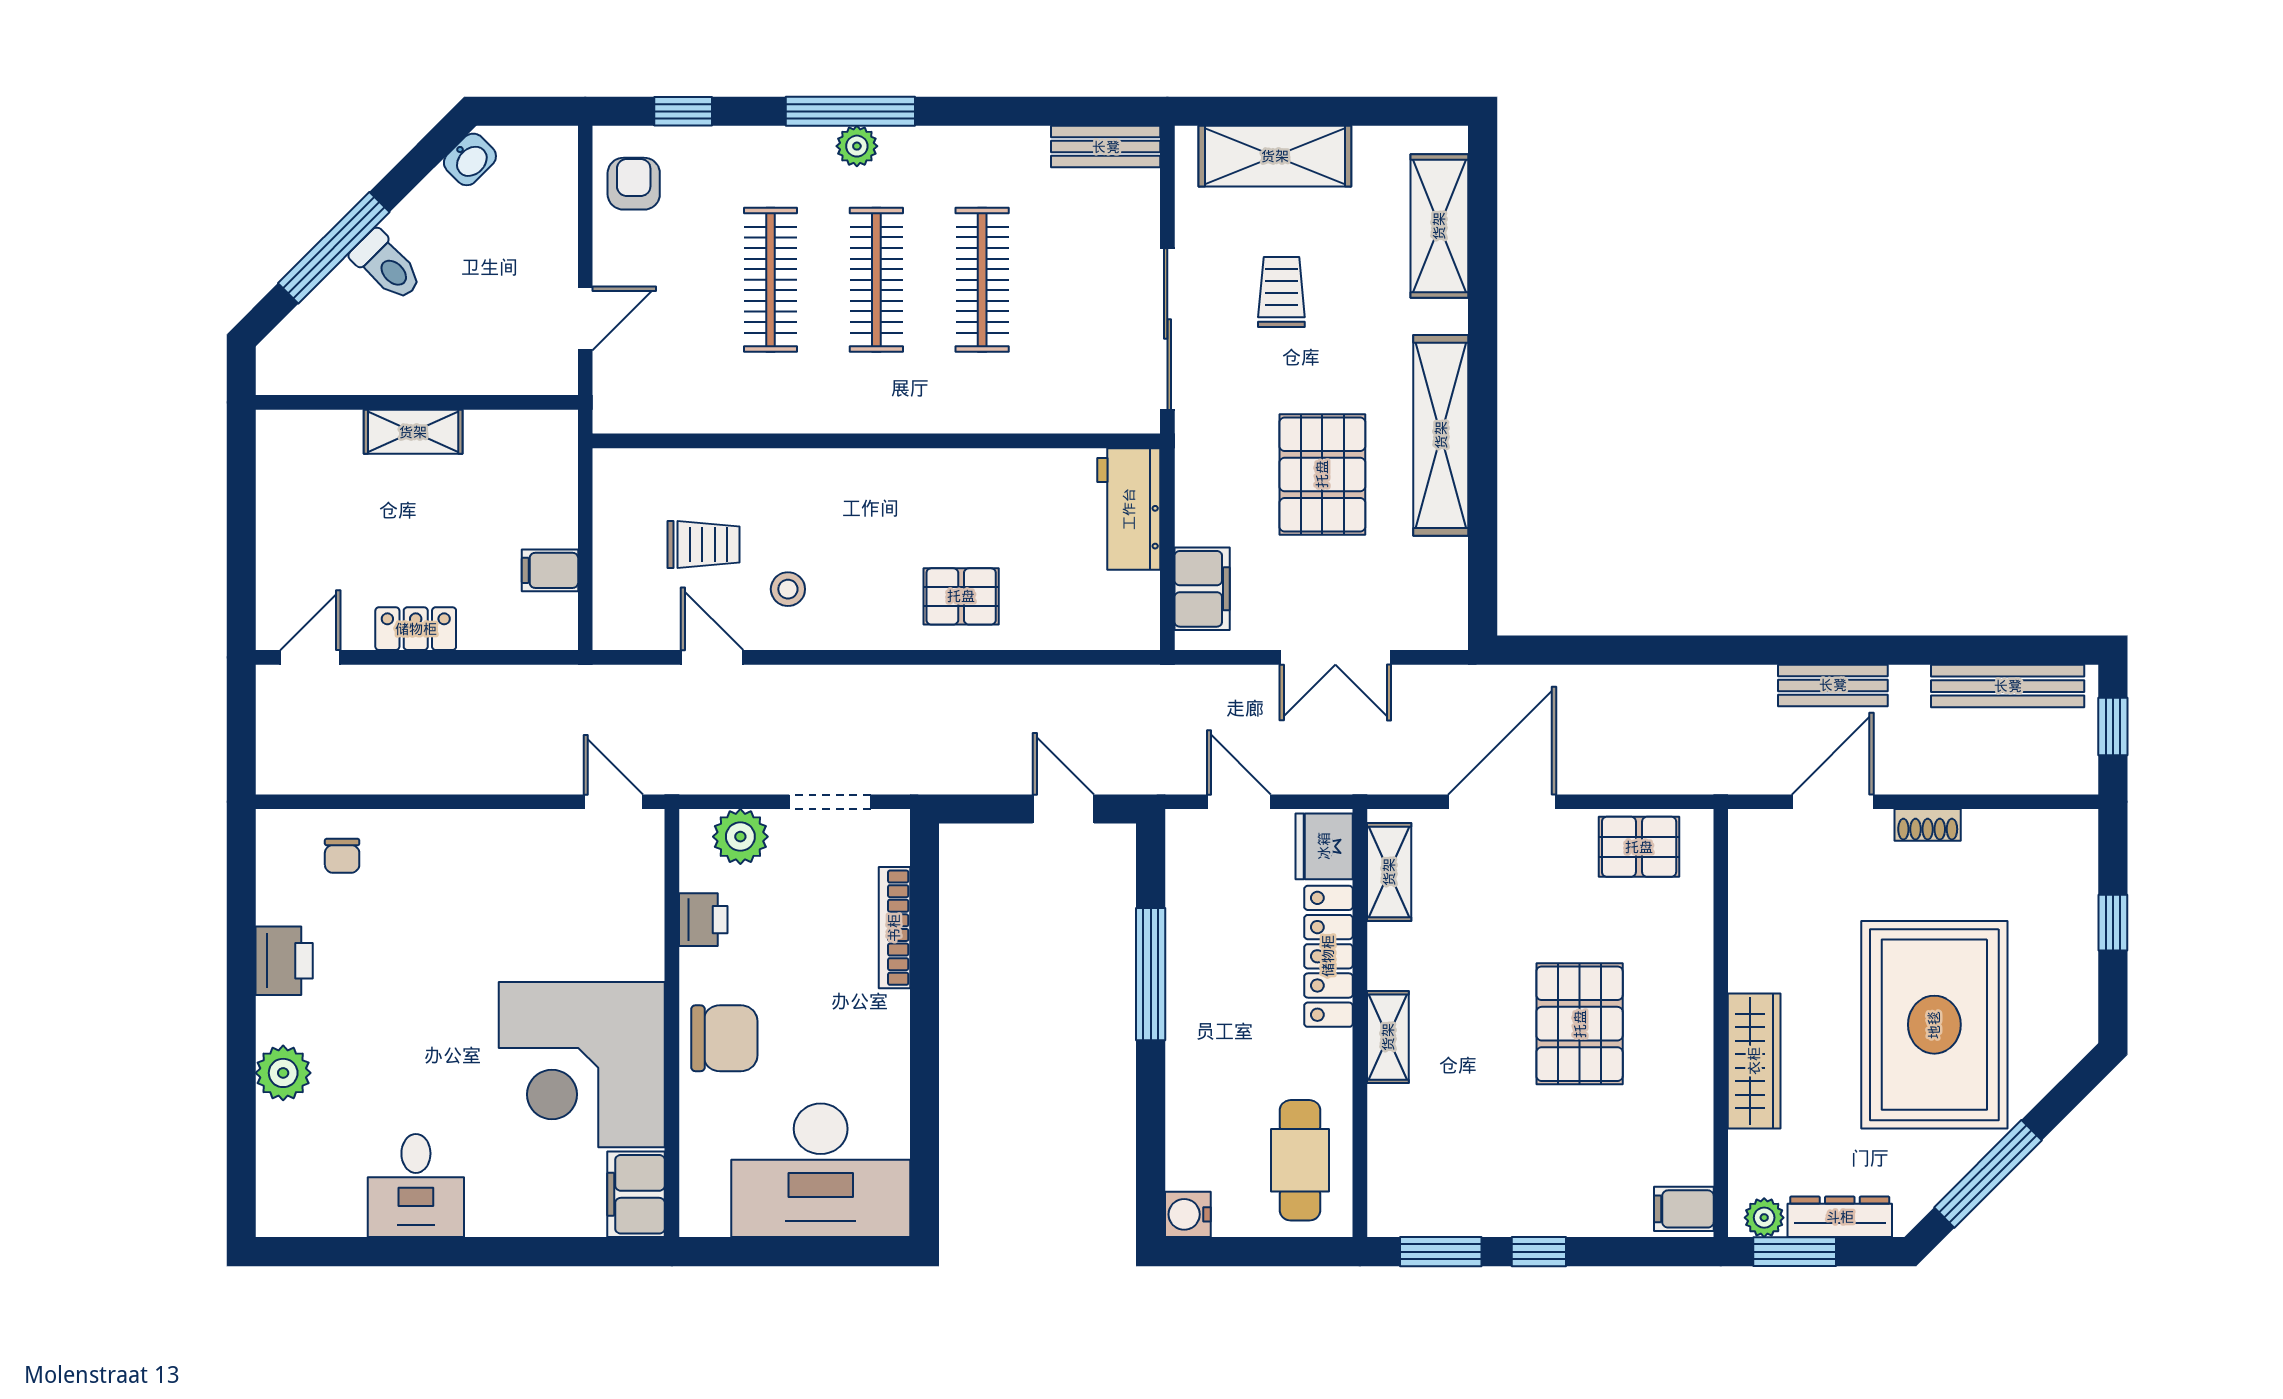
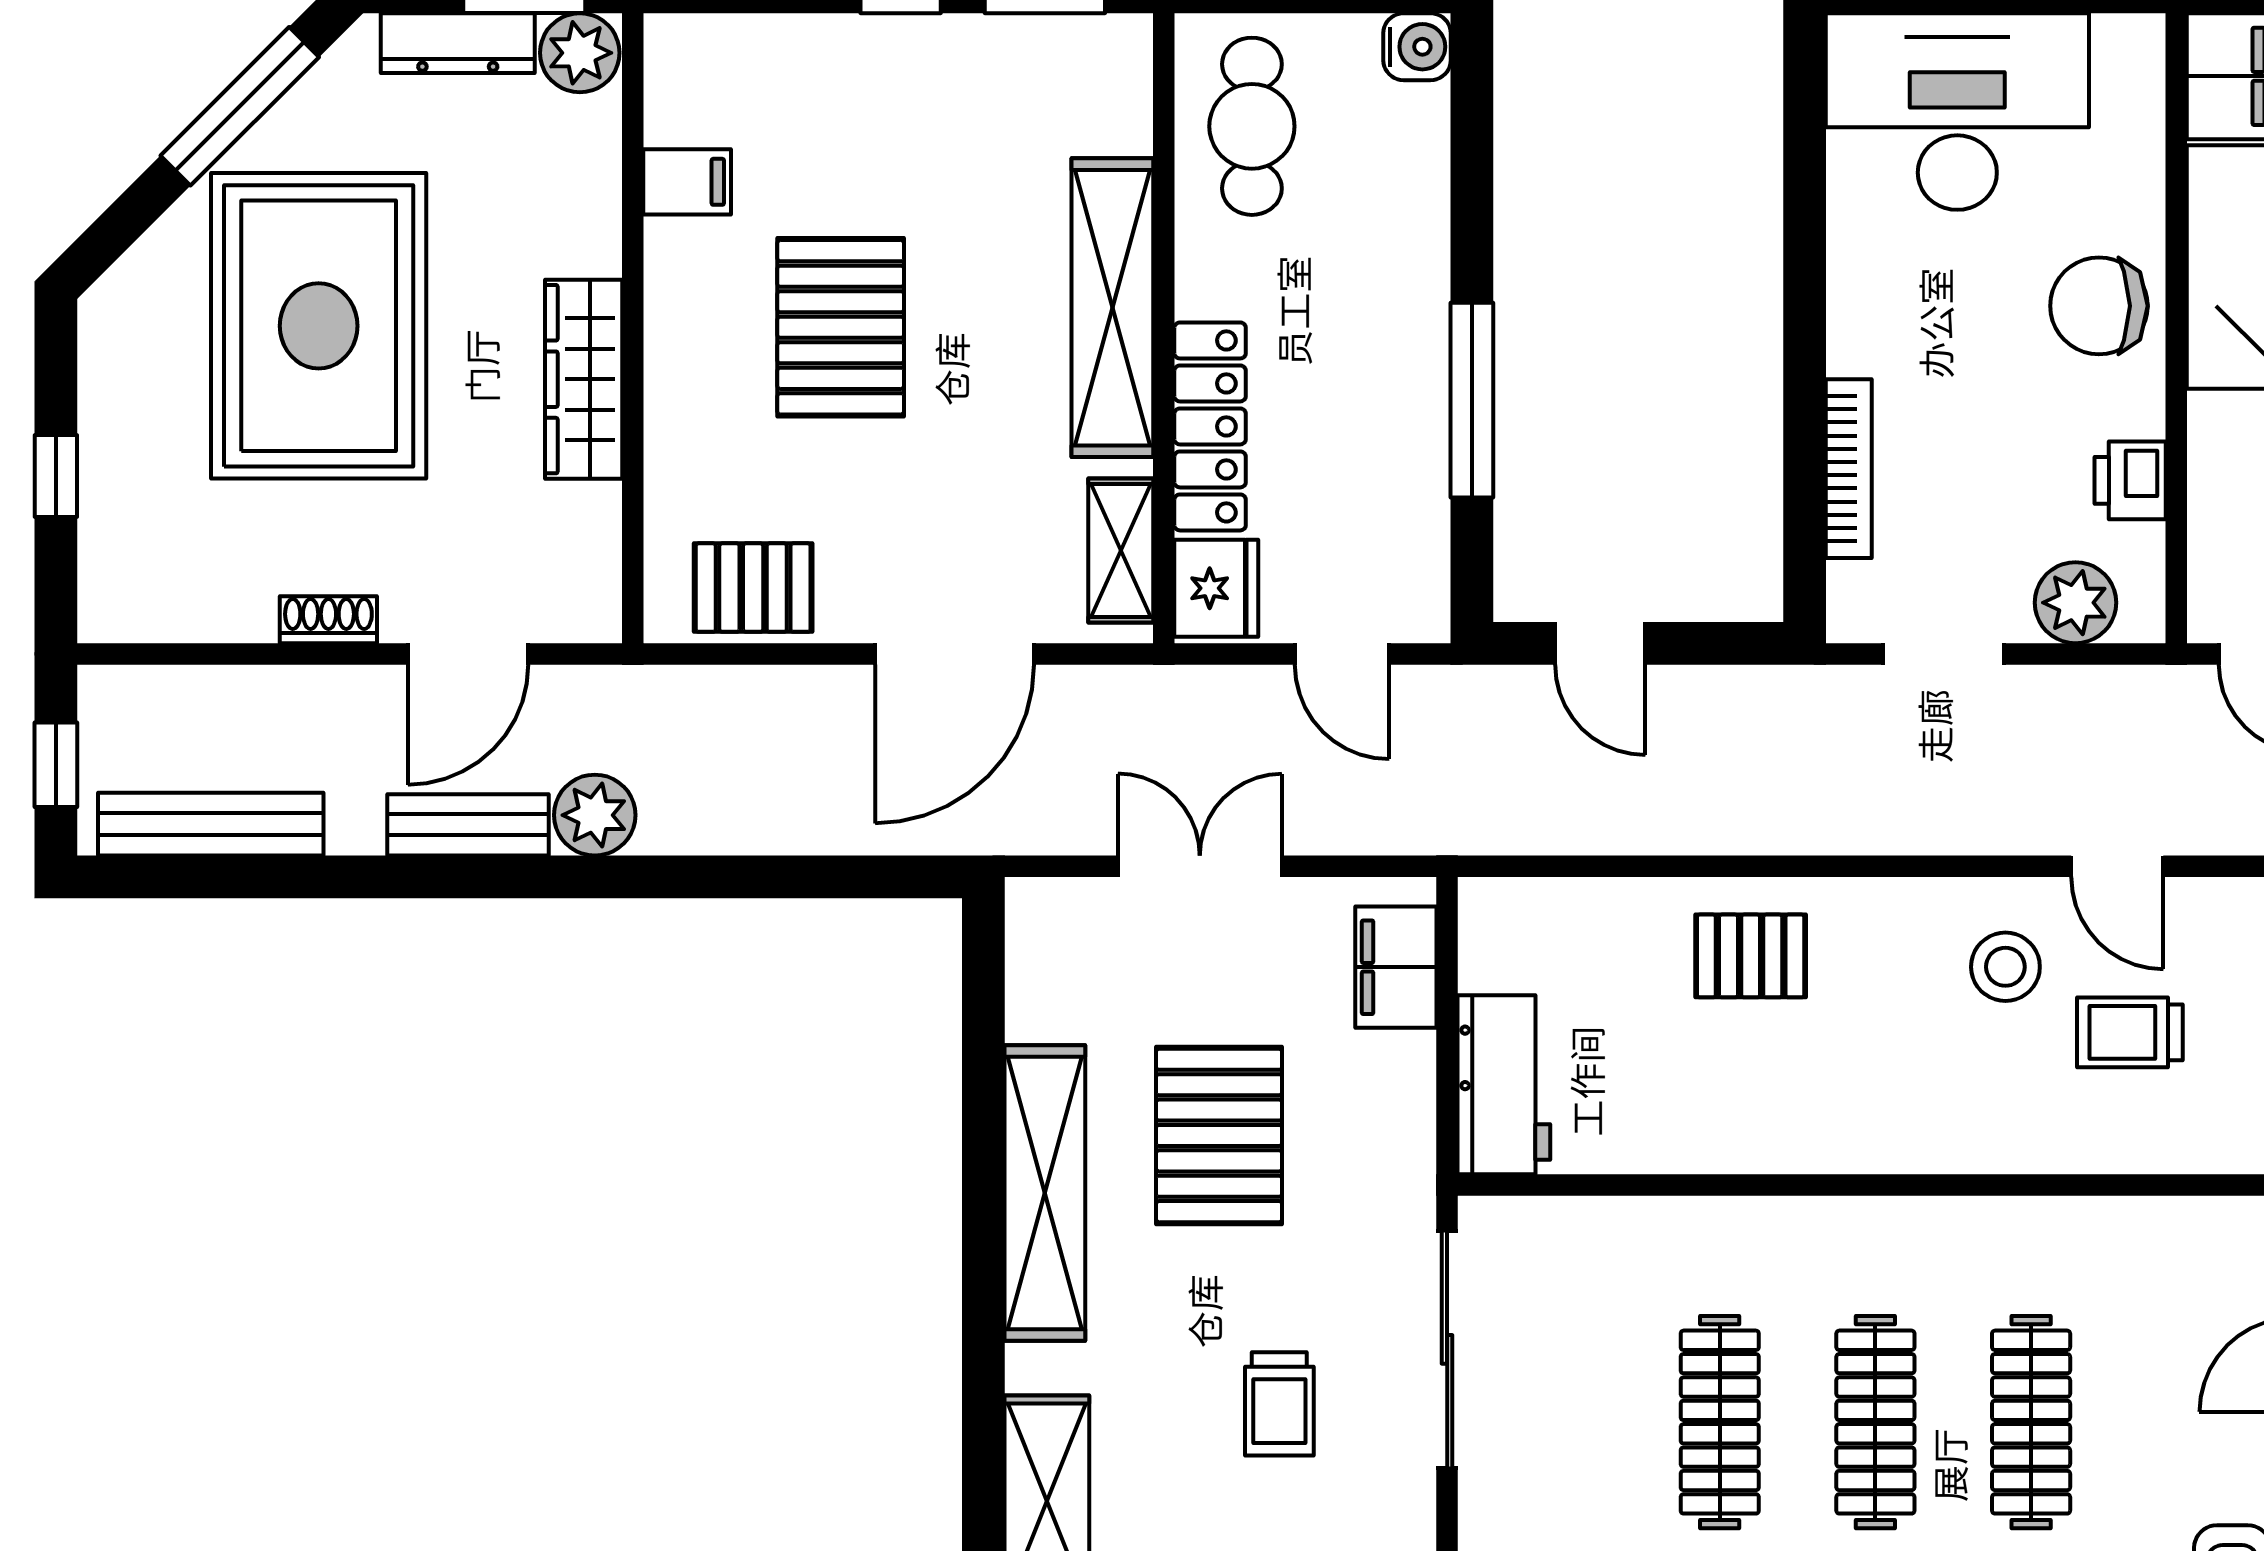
stool: (788, 589) -> (2005, 967), width x1.37, depth x1.37
plant: (1747, 692) -> (595, 815), added
shelving: (1388, 1037) -> (1112, 308), width x2.20, depth x1.33
wardrobe: (1754, 1061) -> (584, 379), moved
filing cabinet: (1684, 1209) -> (687, 182), moved
plant: (1764, 1218) -> (580, 53), width x1.38, depth x1.38

